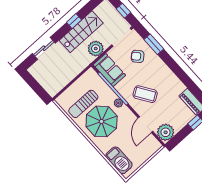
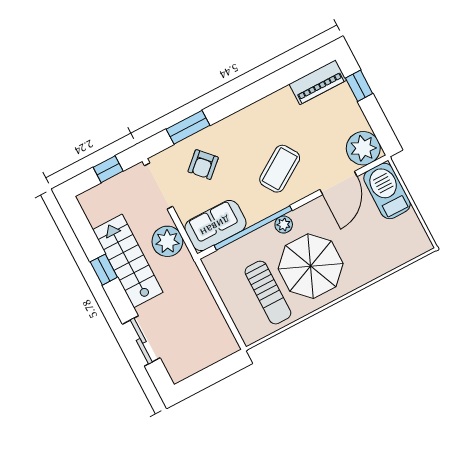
door: (145, 125) -> (339, 183), hinge flipped
barbecue: (119, 160) -> (387, 191), moved, turned -90

